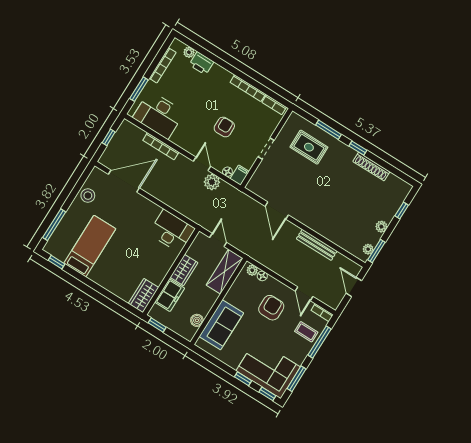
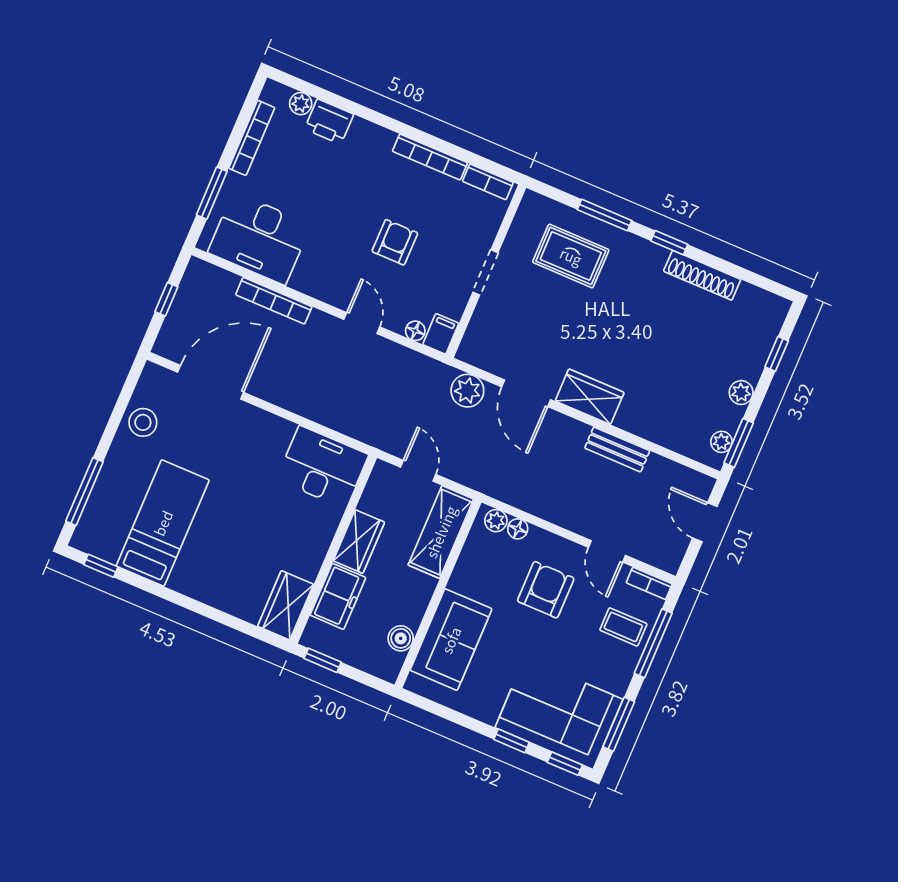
plant: (212, 182) -> (467, 391), moved
wardrobe: (307, 217) -> (590, 397), added
bench: (317, 245) -> (617, 449), width x0.73

